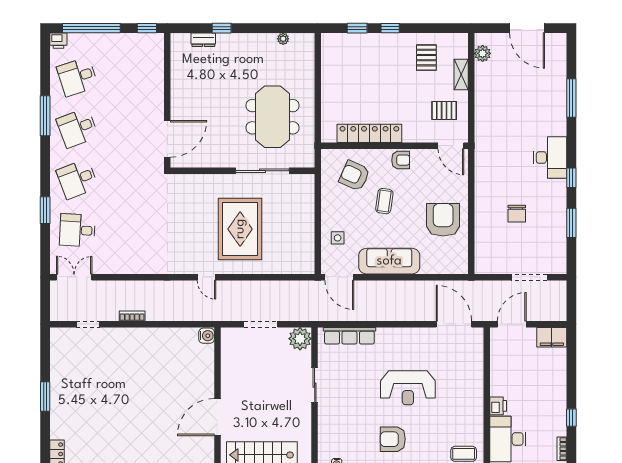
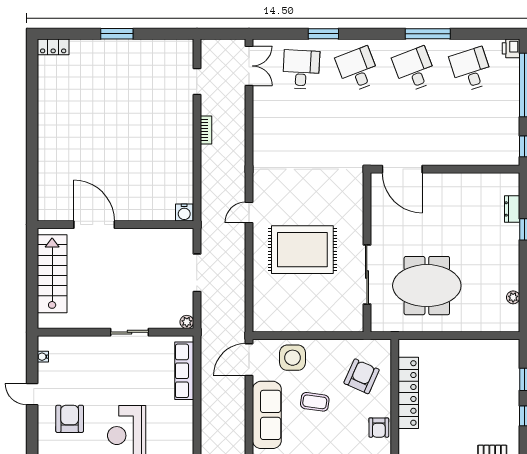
coffee table: (384, 201) -> (315, 402), moved
side table: (338, 238) -> (293, 358), width x1.87, depth x1.87
plant: (300, 339) -> (187, 322), width x0.53, depth x0.53

